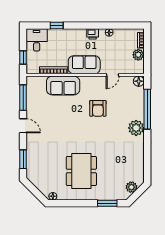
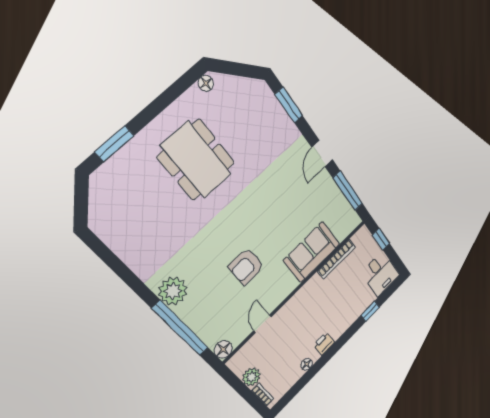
sofa: (84, 65) -> (306, 301), removed
armchair: (98, 108) -> (246, 266), turned -90
door: (23, 126) -> (322, 154), hinge flipped
plant: (131, 187) -> (100, 203), removed

